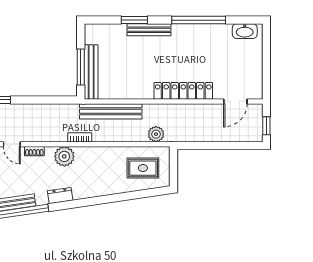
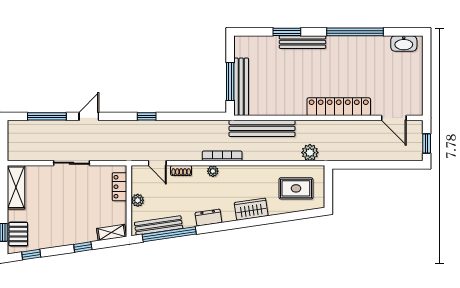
door: (235, 101) -> (394, 118), hinge flipped
bookcase: (80, 137) -> (222, 156), width x1.56
plant: (64, 156) -> (213, 171), width x0.53, depth x0.53
wardrobe: (101, 188) -> (251, 209), added

